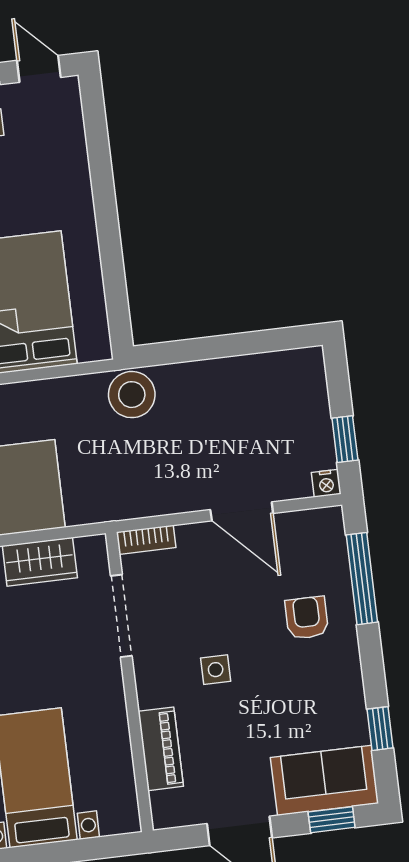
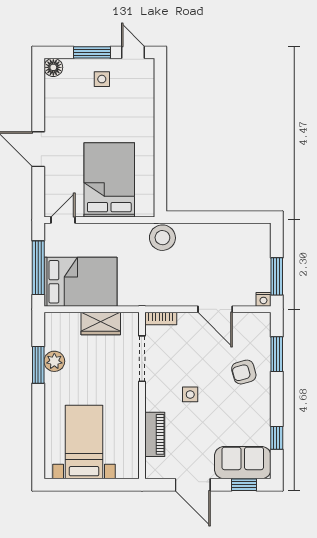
window: (345, 439) -> (277, 276), width x1.50
window: (362, 579) -> (277, 354), width x0.69
armchair: (307, 618) -> (244, 372), turned -105

